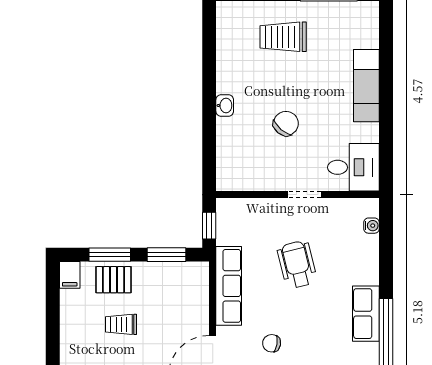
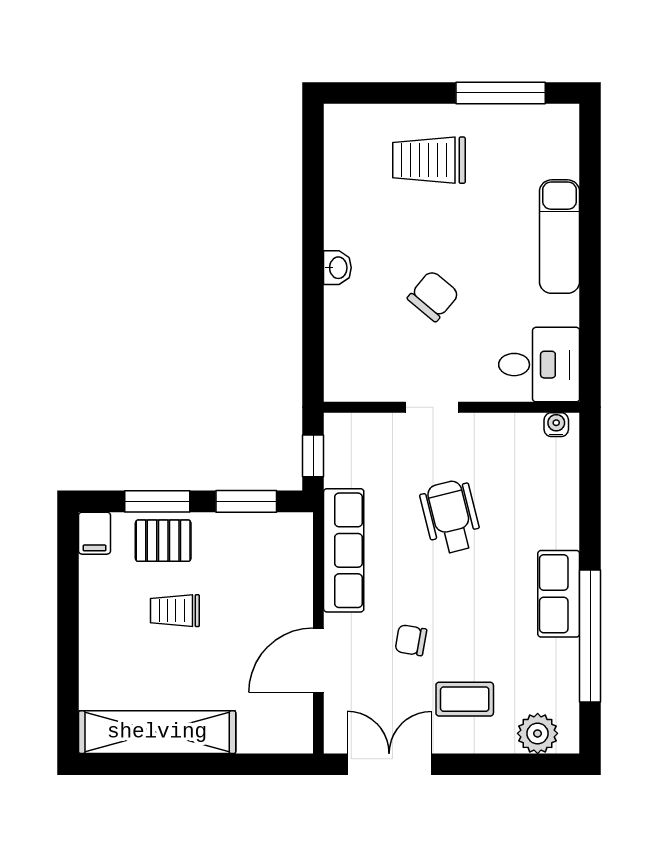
doorway: (304, 195) -> (432, 407), moved
water cooler: (371, 226) -> (556, 425), moved, turned -90

